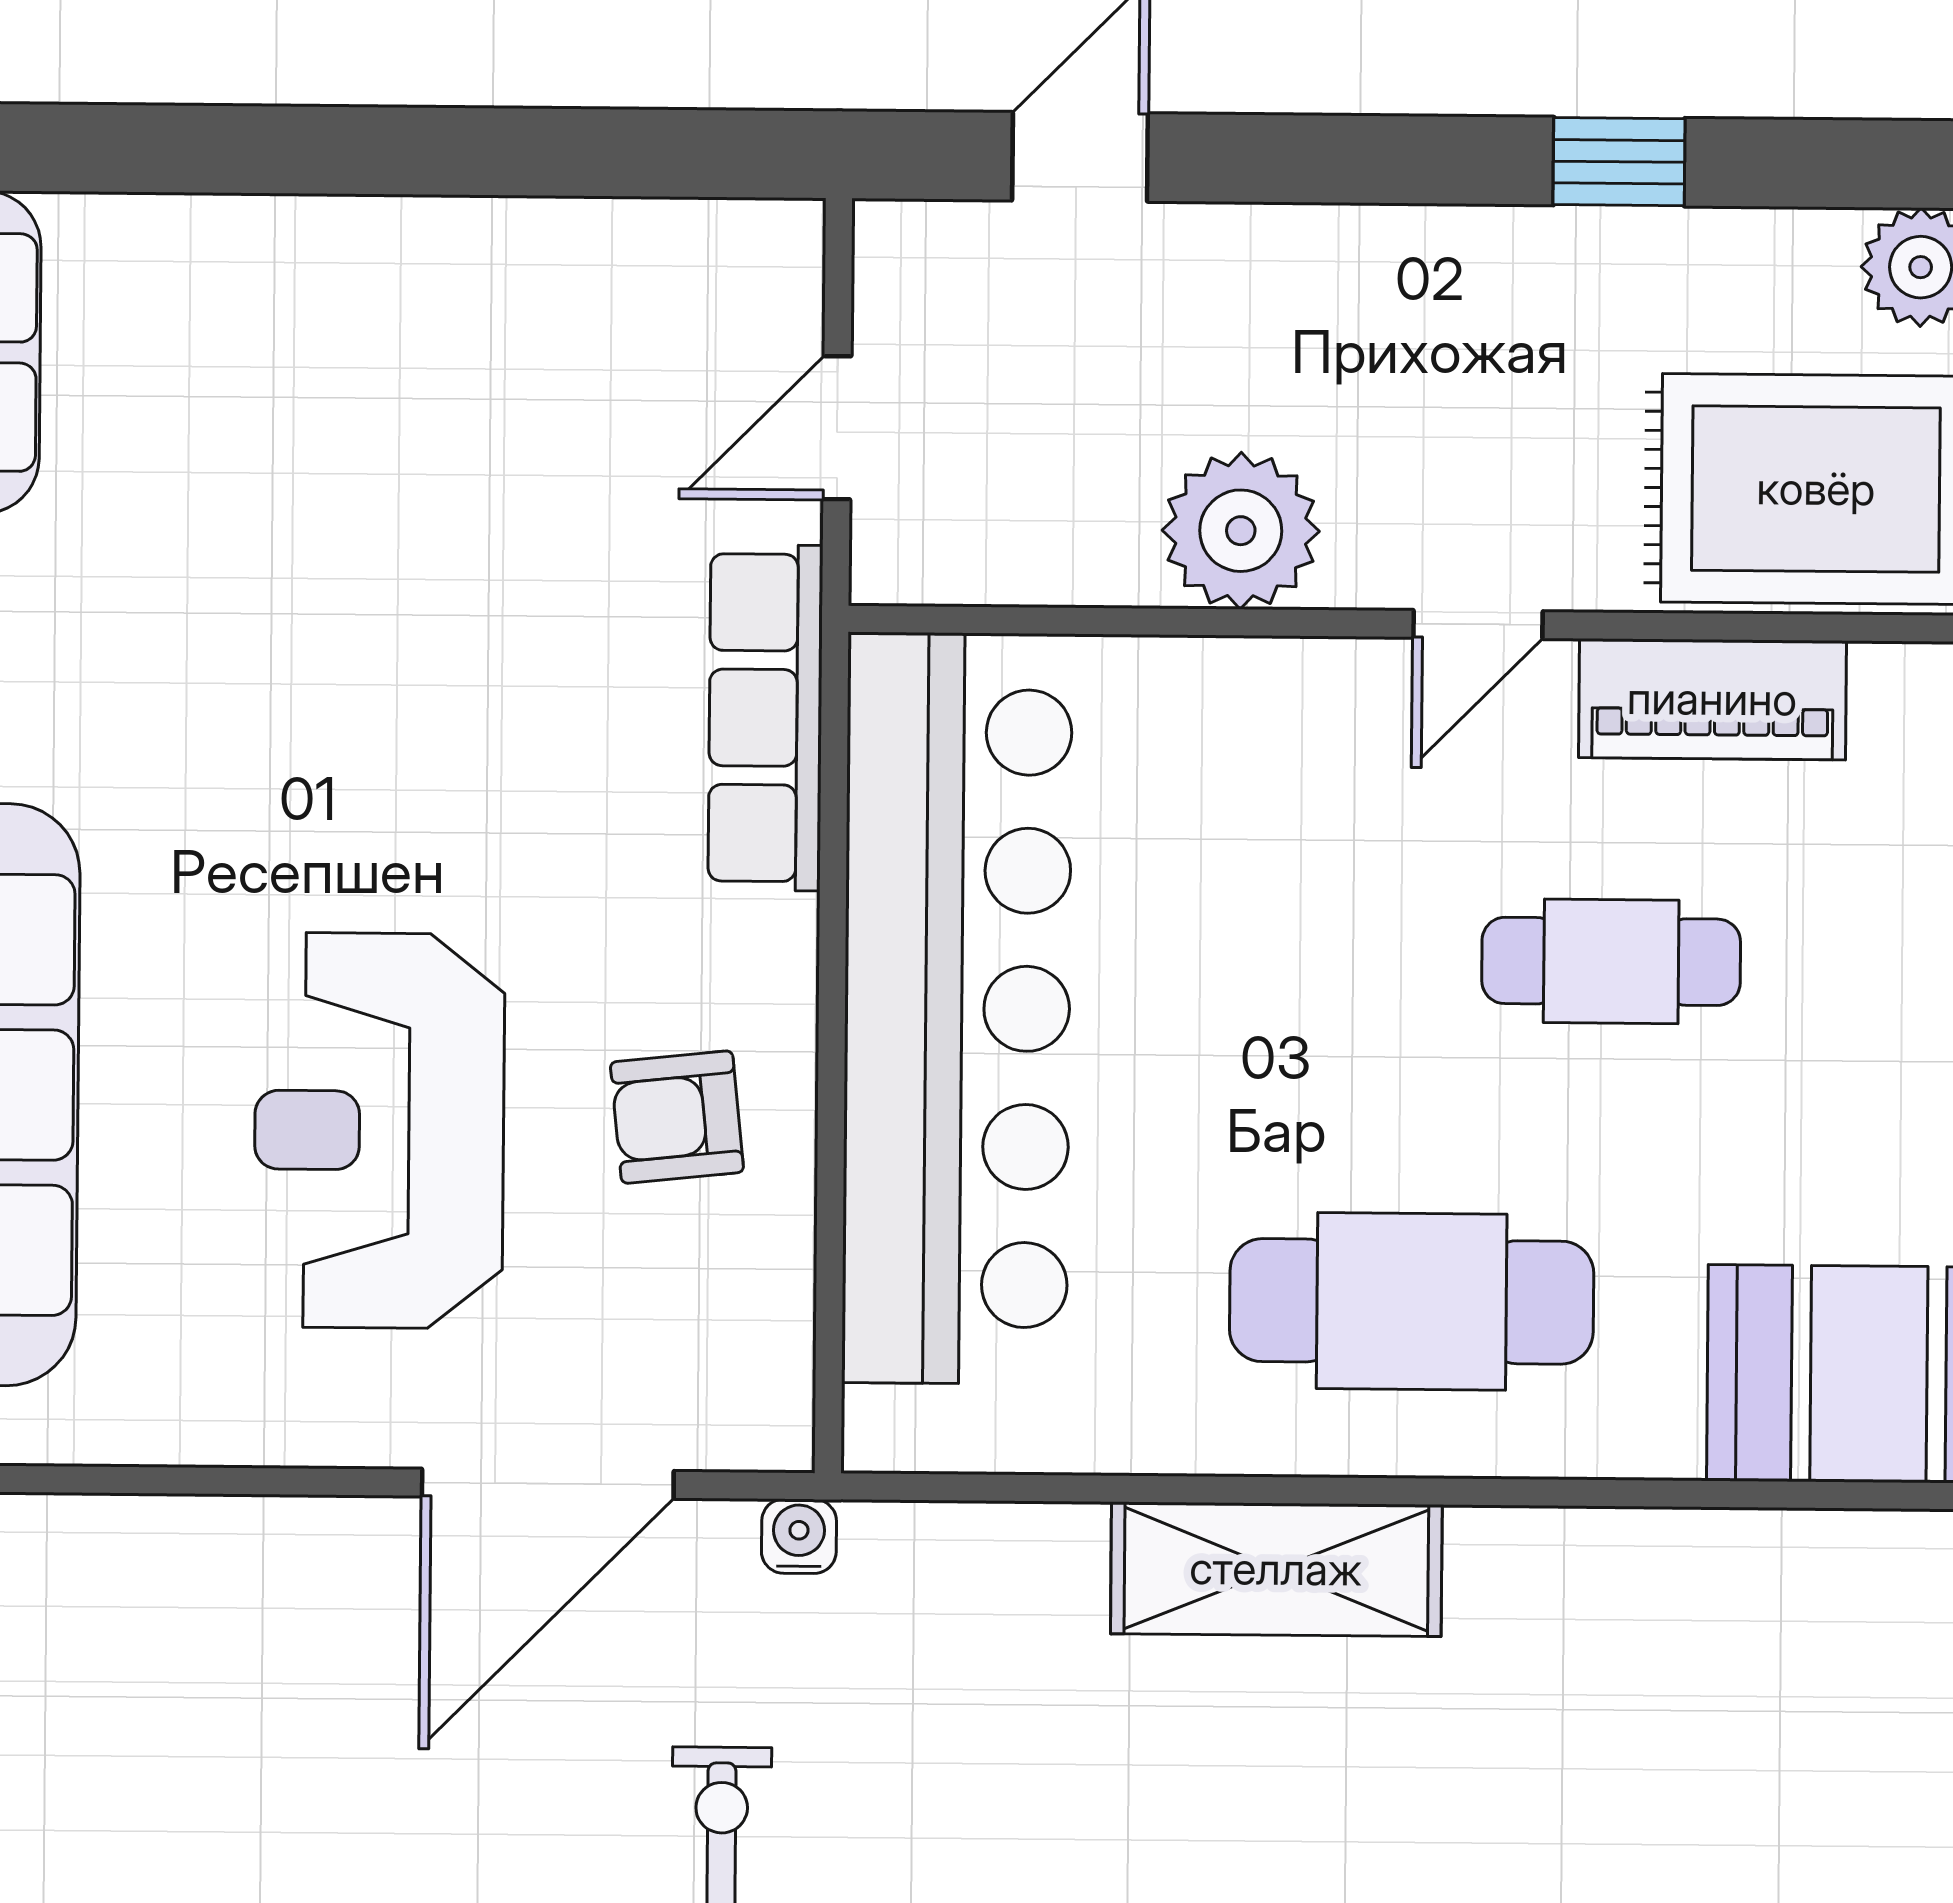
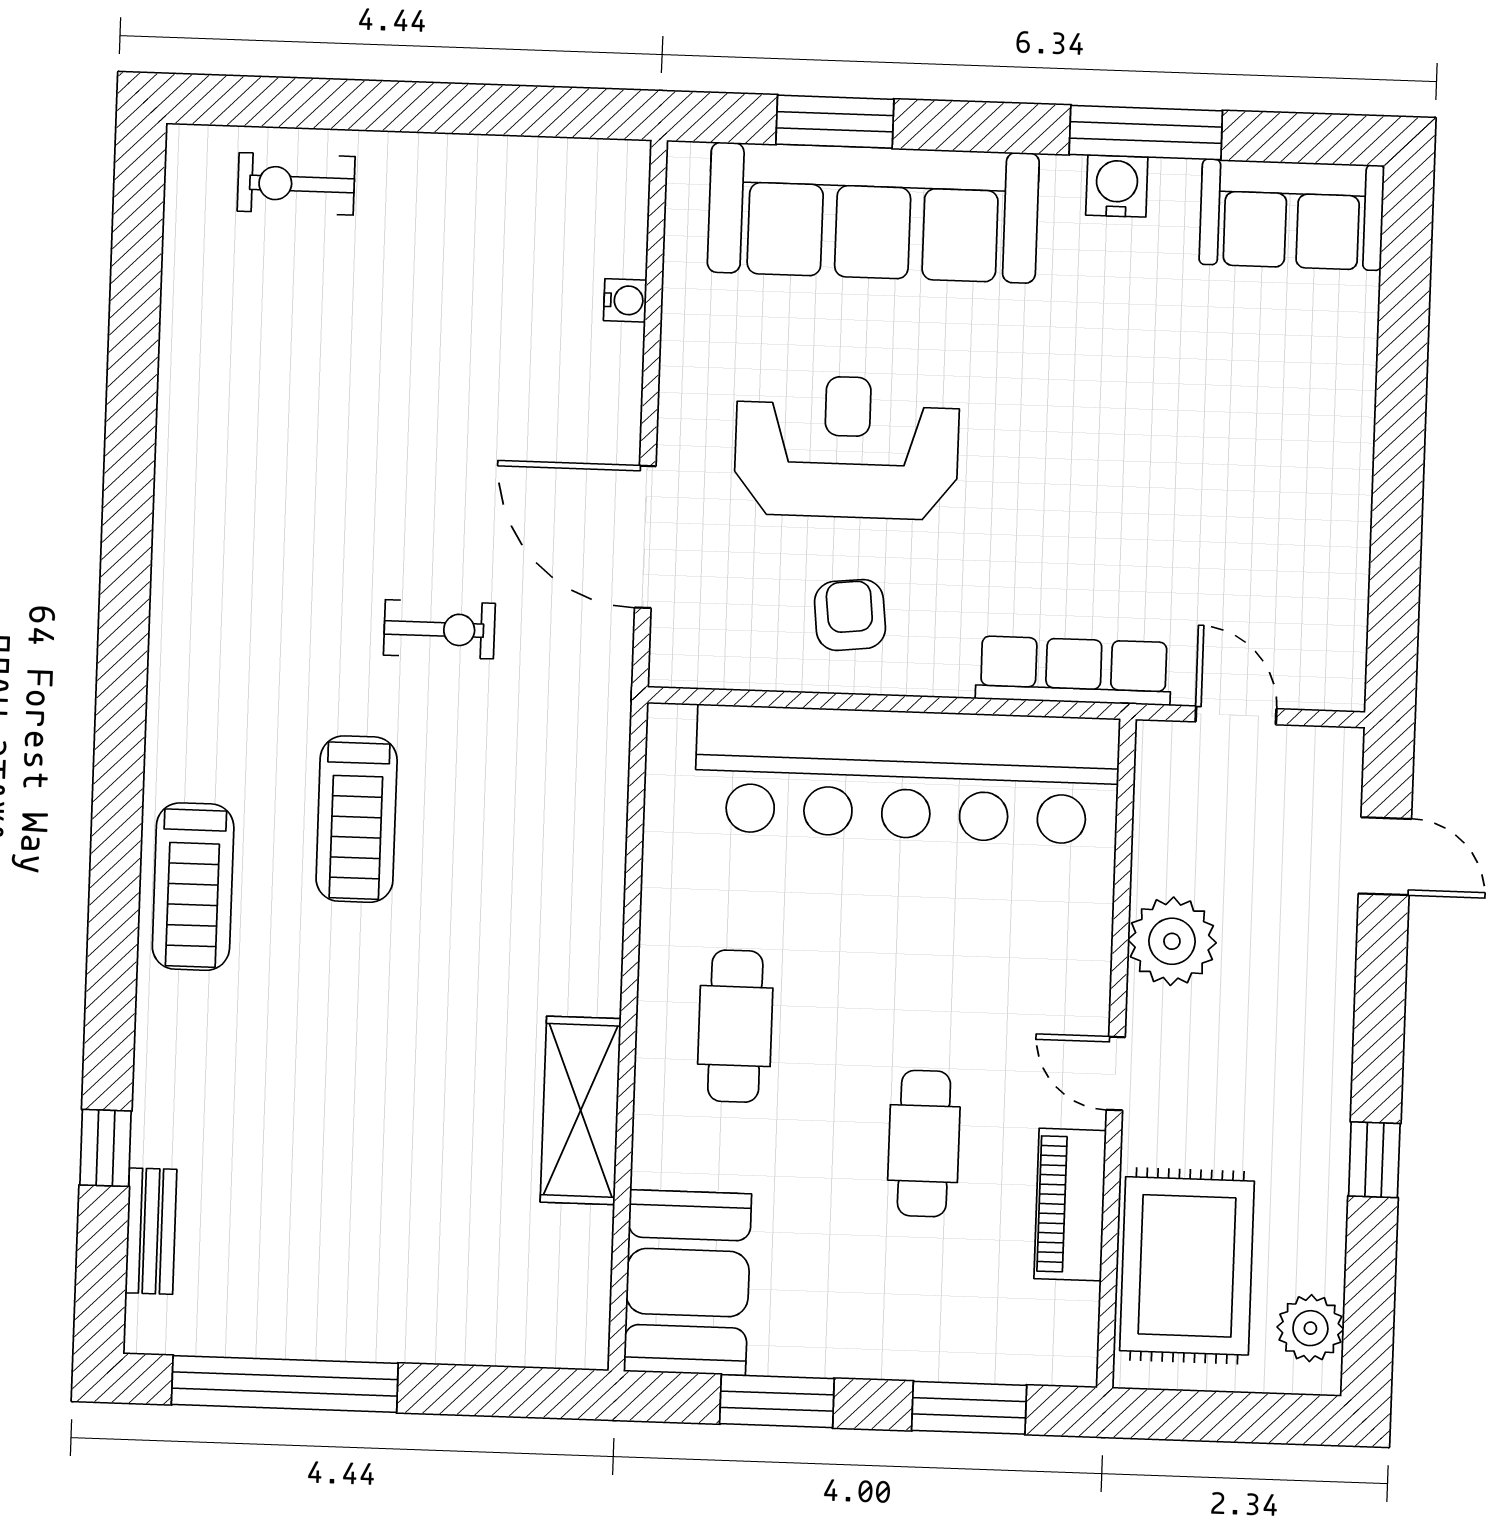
cafe table: (1412, 1301) -> (735, 1026), width x0.73, depth x0.74
water cooler: (799, 1536) -> (625, 300), moved
shelving: (1276, 1569) -> (581, 1110), moved

